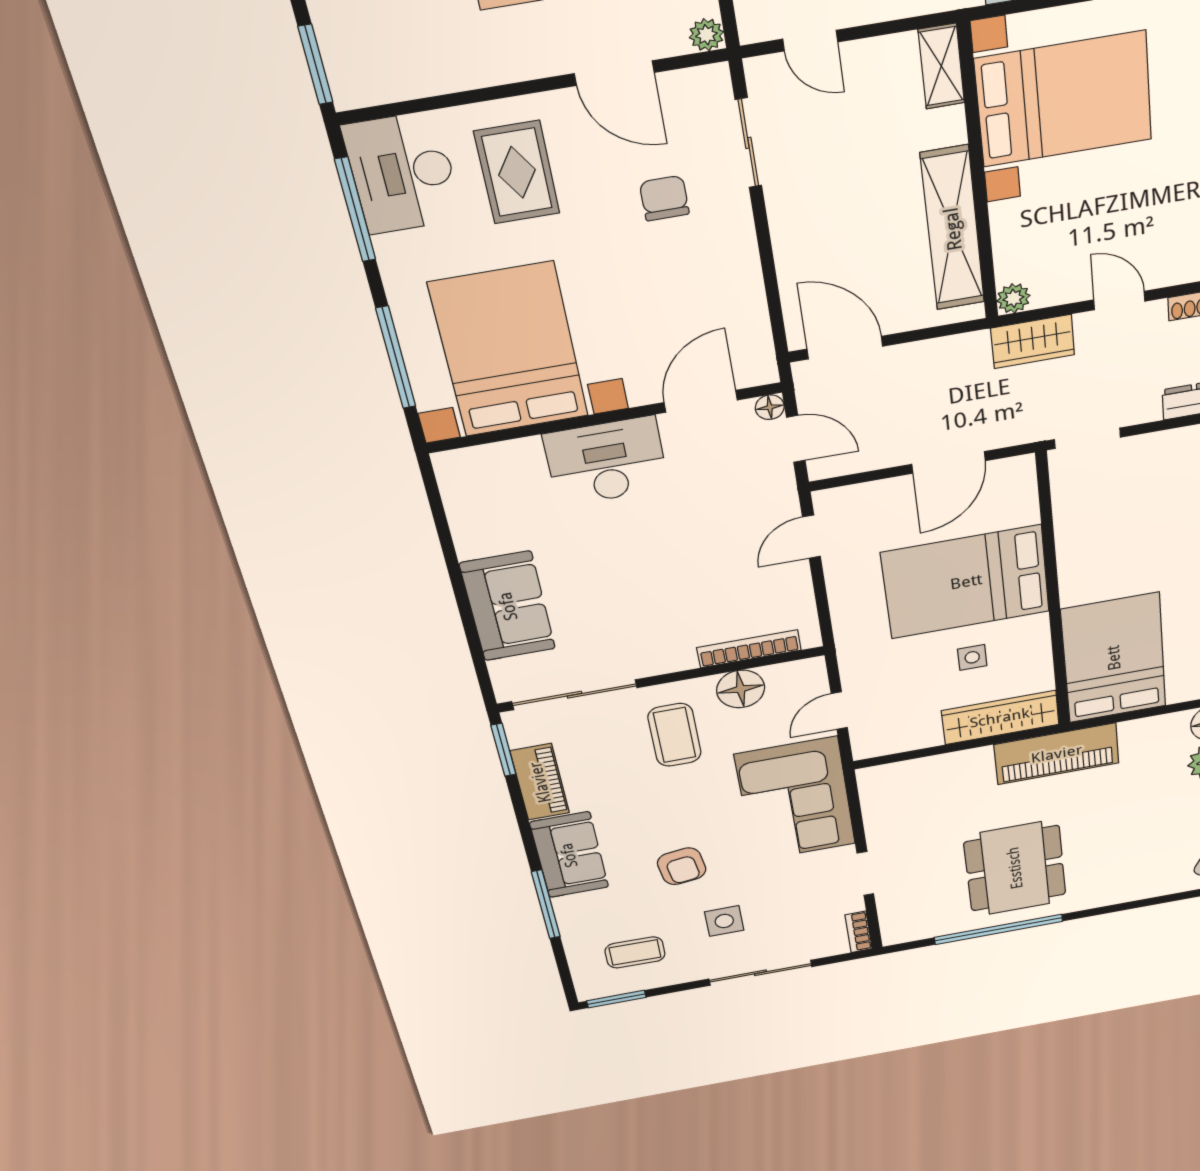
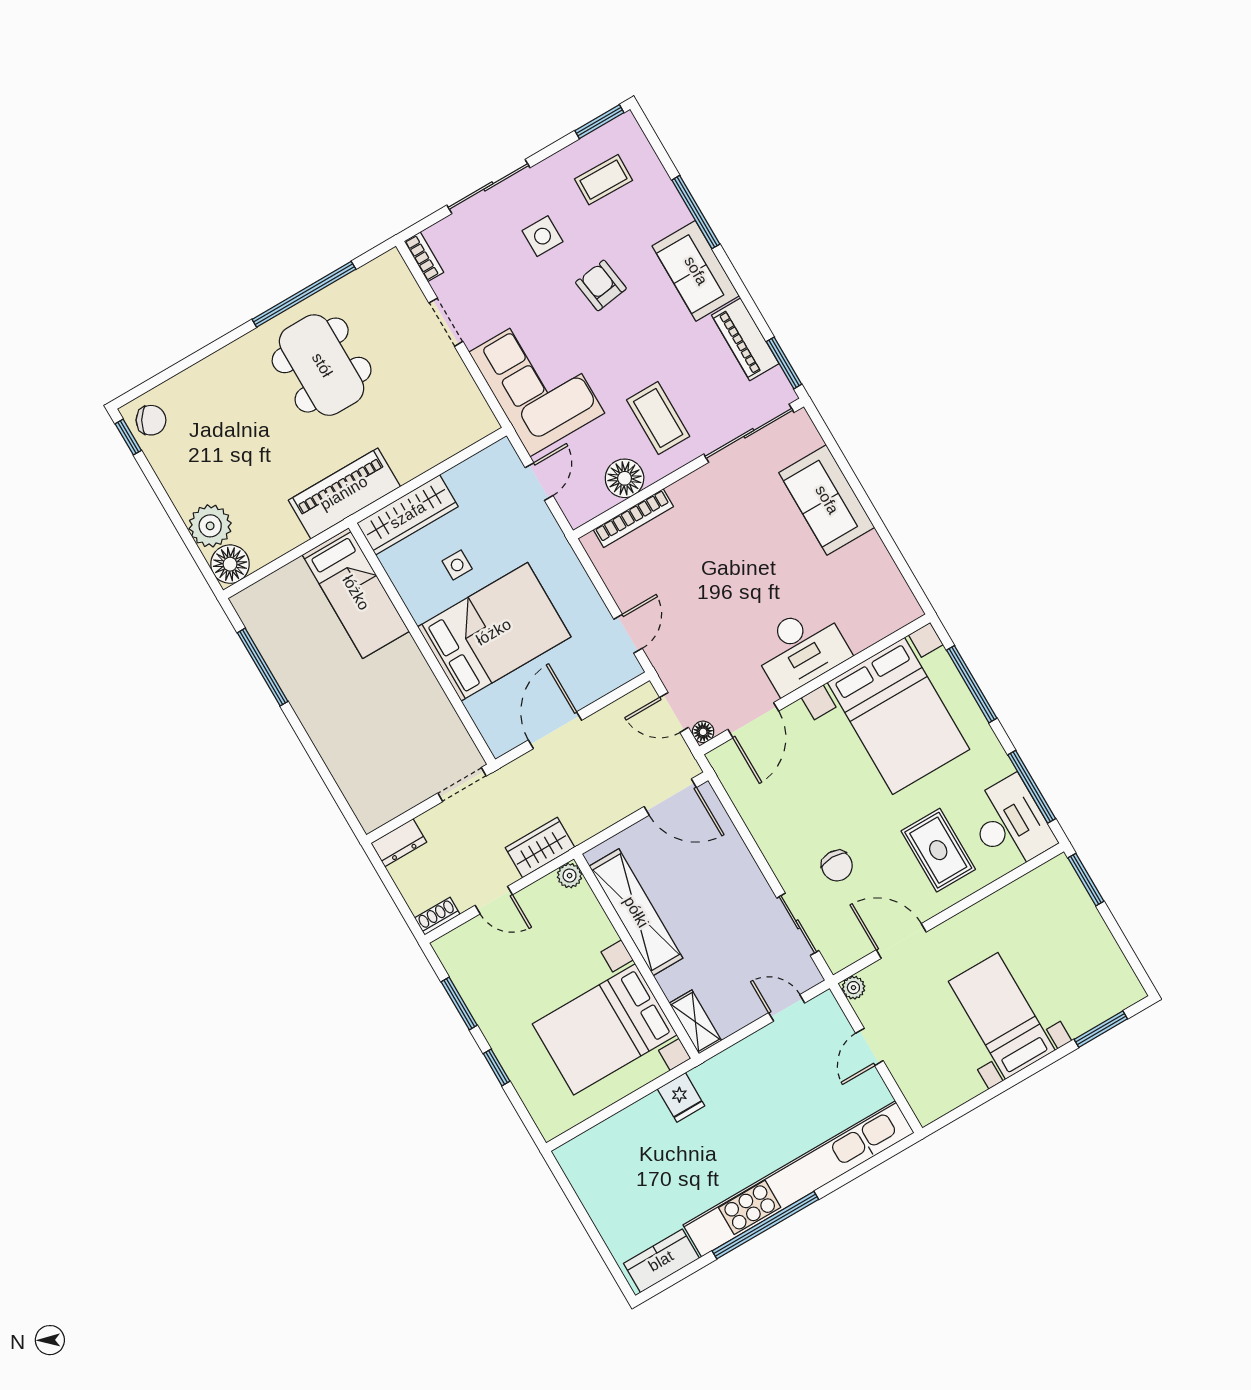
bed: (1114, 658) -> (356, 593), width x0.67

